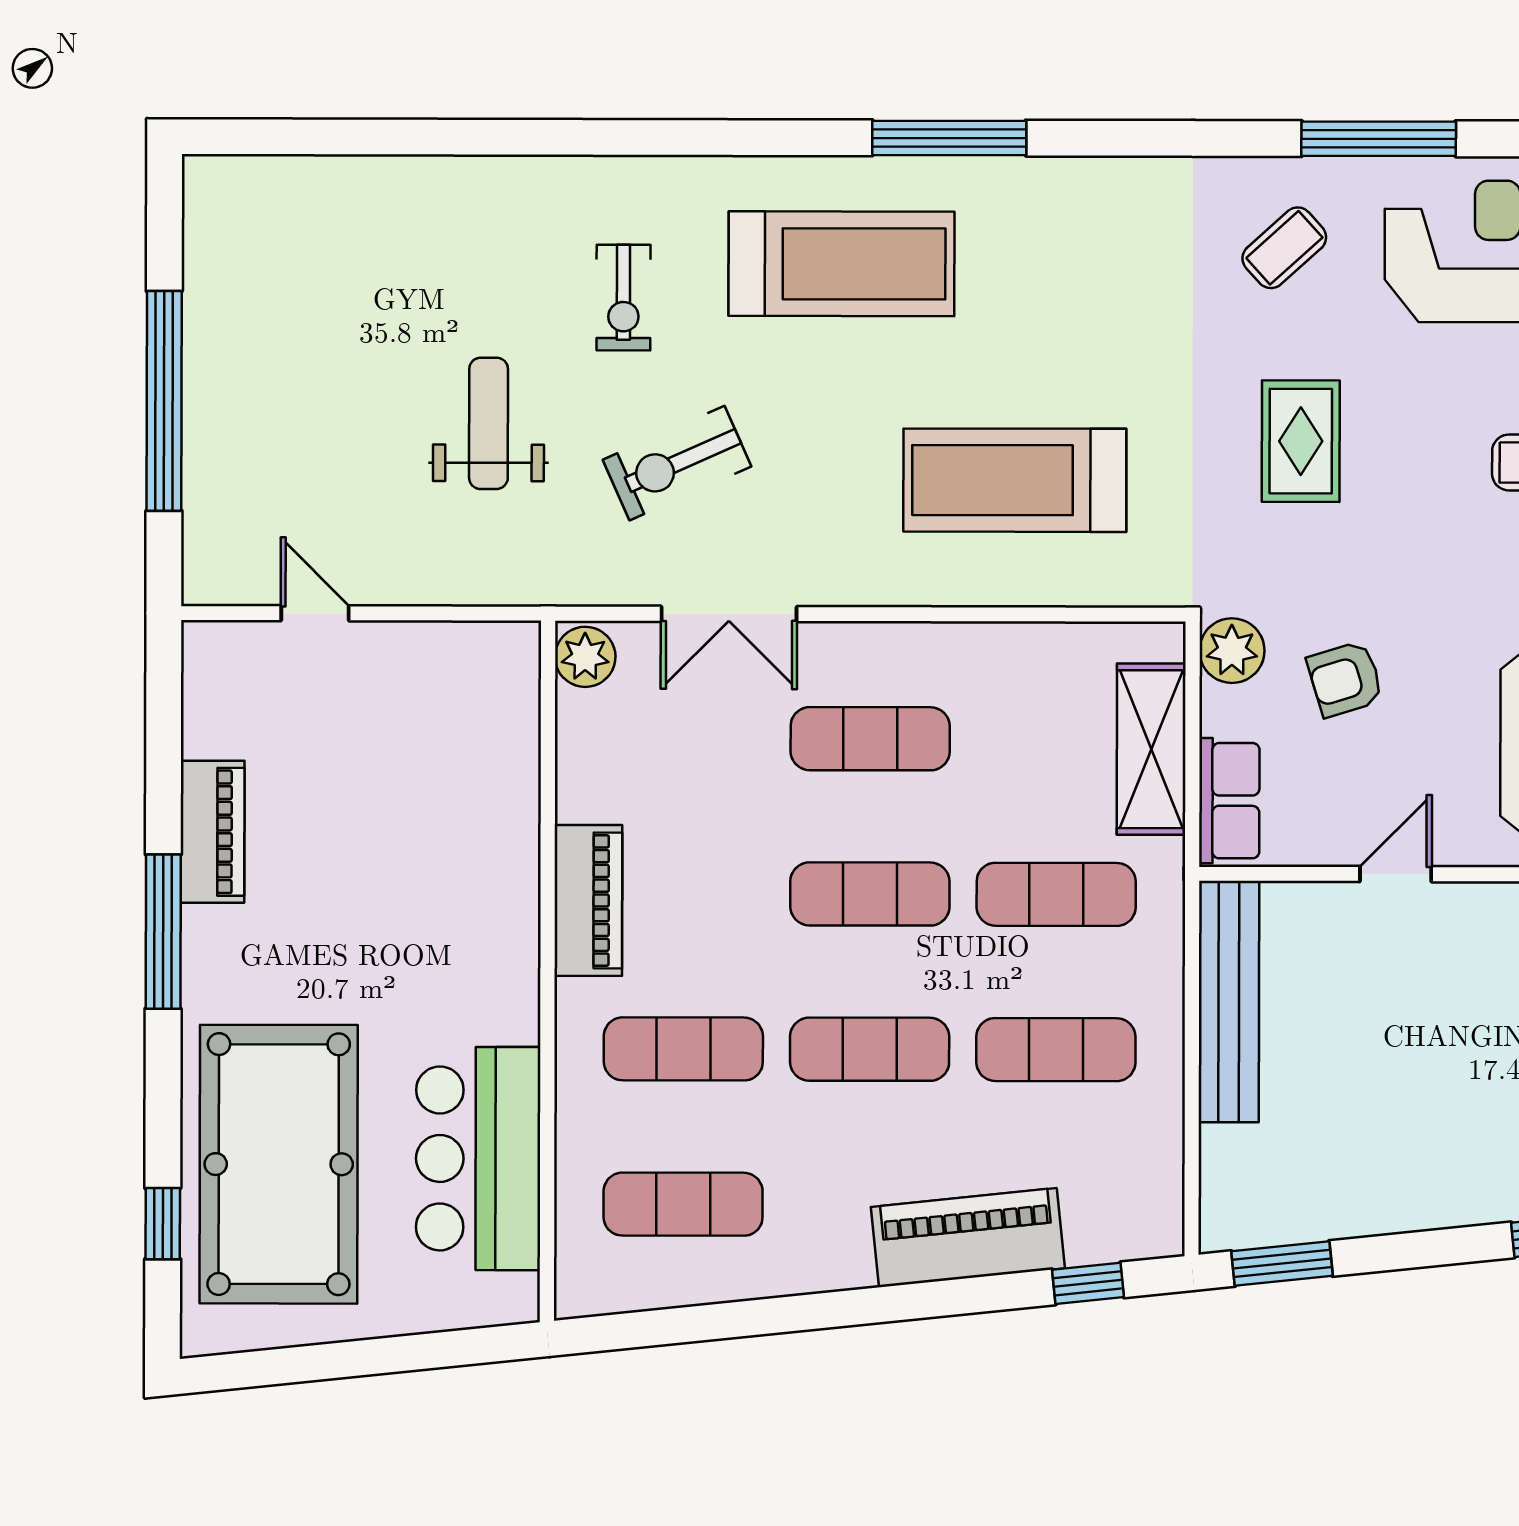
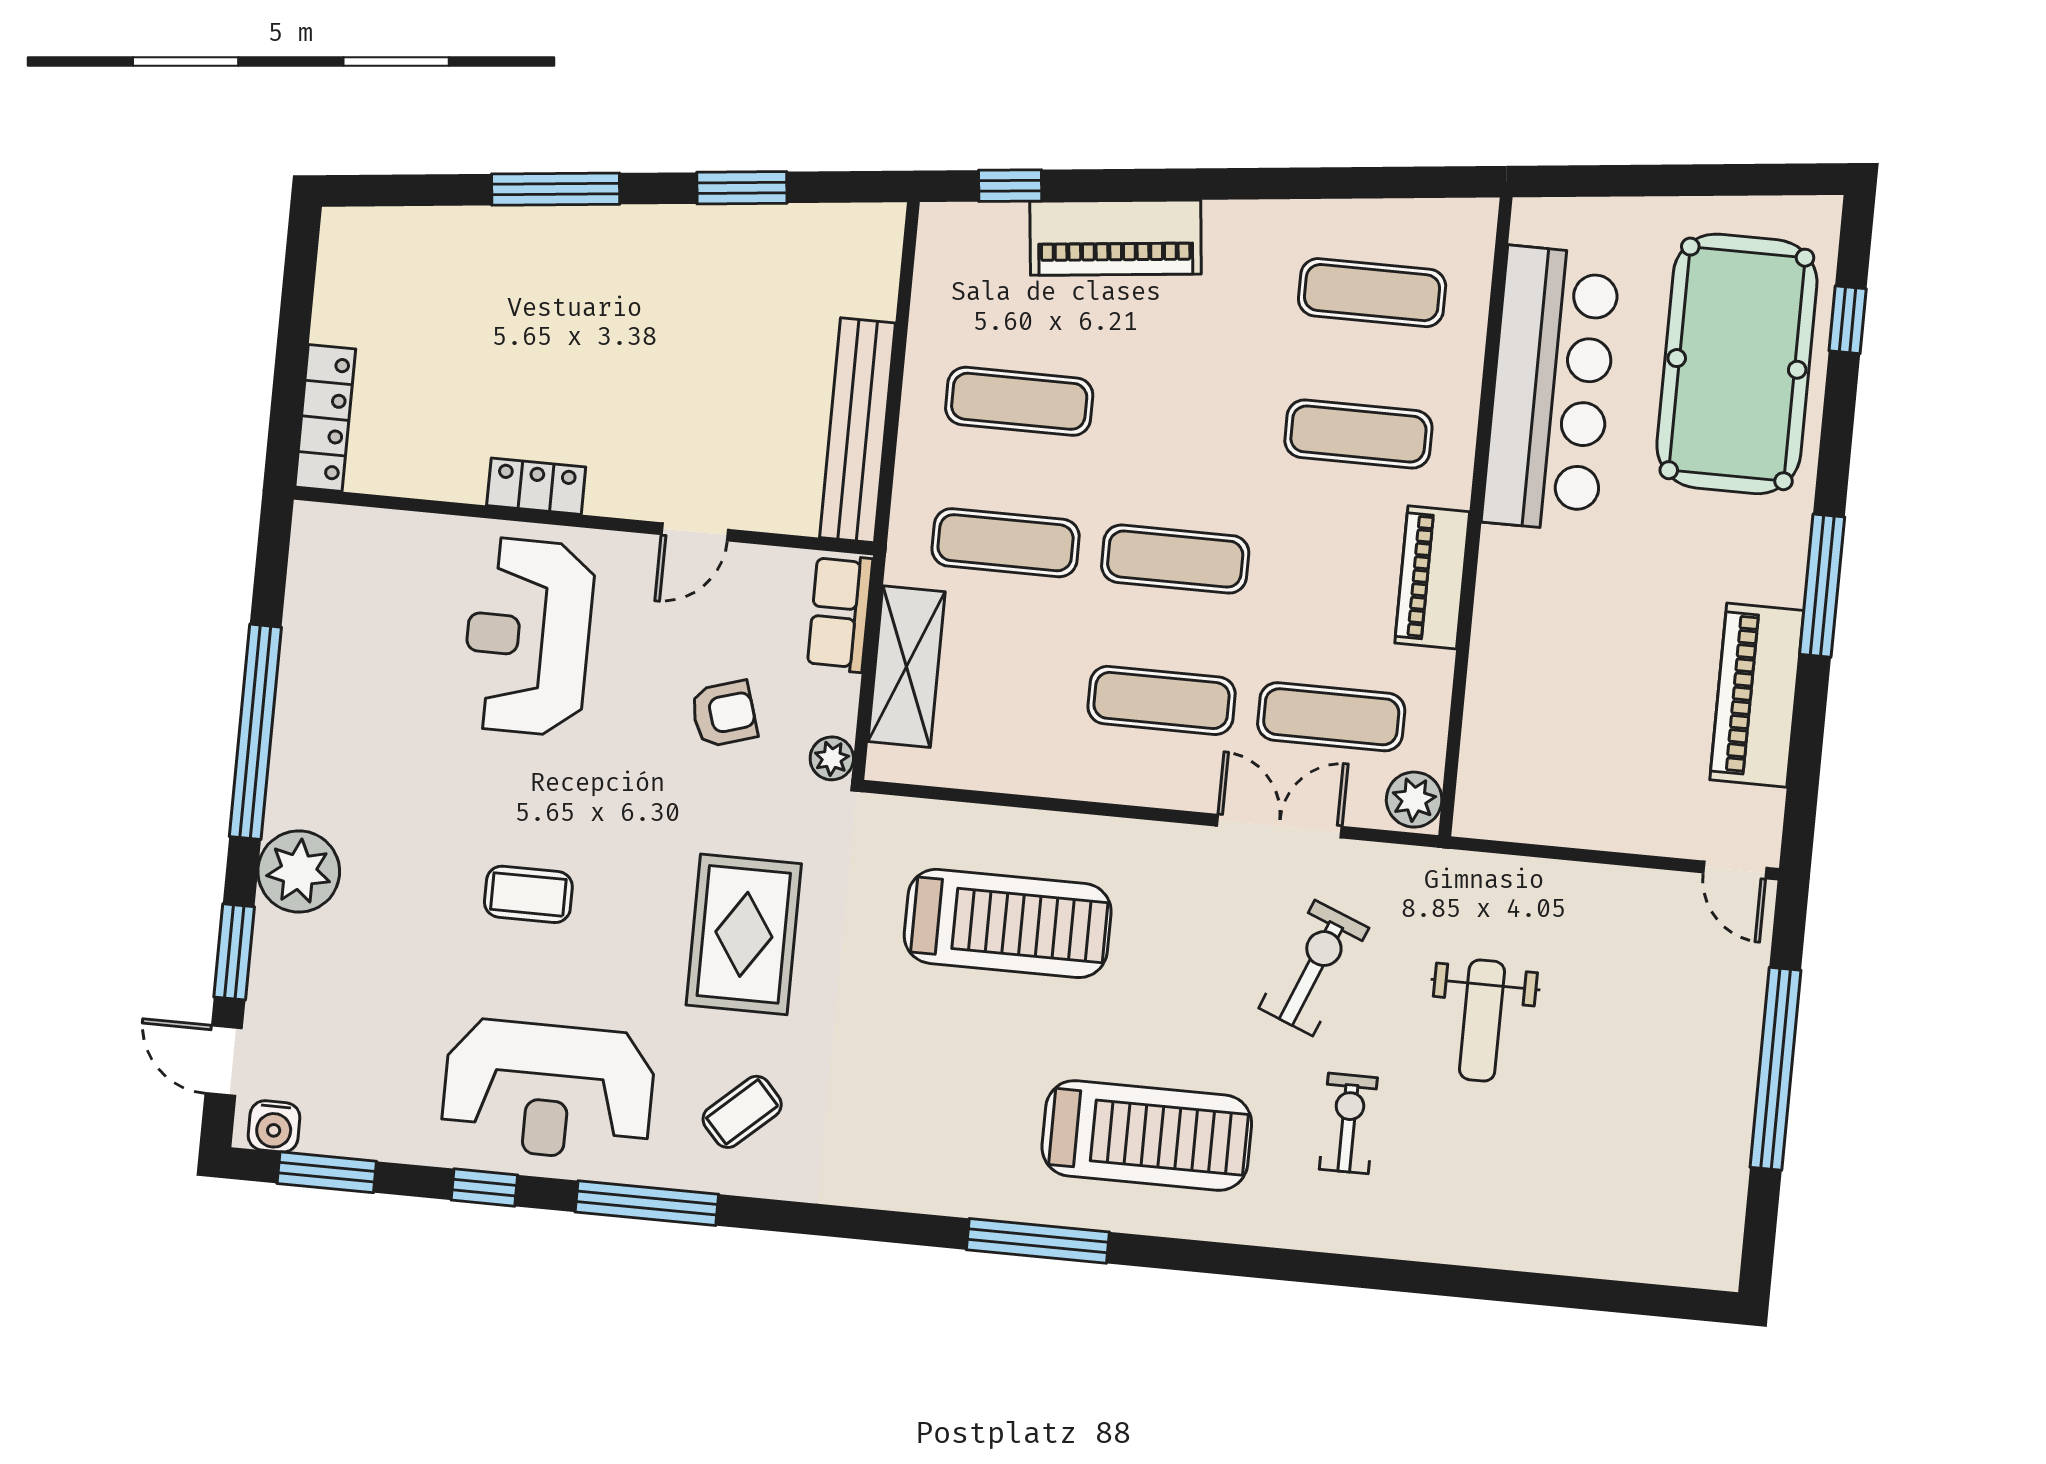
treadmill: (841, 264) -> (1147, 1135), turned 180
rug: (1301, 441) -> (744, 934), width x1.36, depth x1.43
exercise bike: (677, 463) -> (1314, 968), turned -44
door: (315, 613) -> (1735, 870), moved
plant: (1232, 651) -> (832, 758), width x0.73, depth x0.73
piano: (212, 832) -> (1757, 695), width x1.37, depth x1.33
exercise mat: (870, 1049) -> (1331, 717), moved
bar counter: (478, 1159) -> (1551, 389), width x1.36
window: (1282, 1264) -> (742, 188), moved

